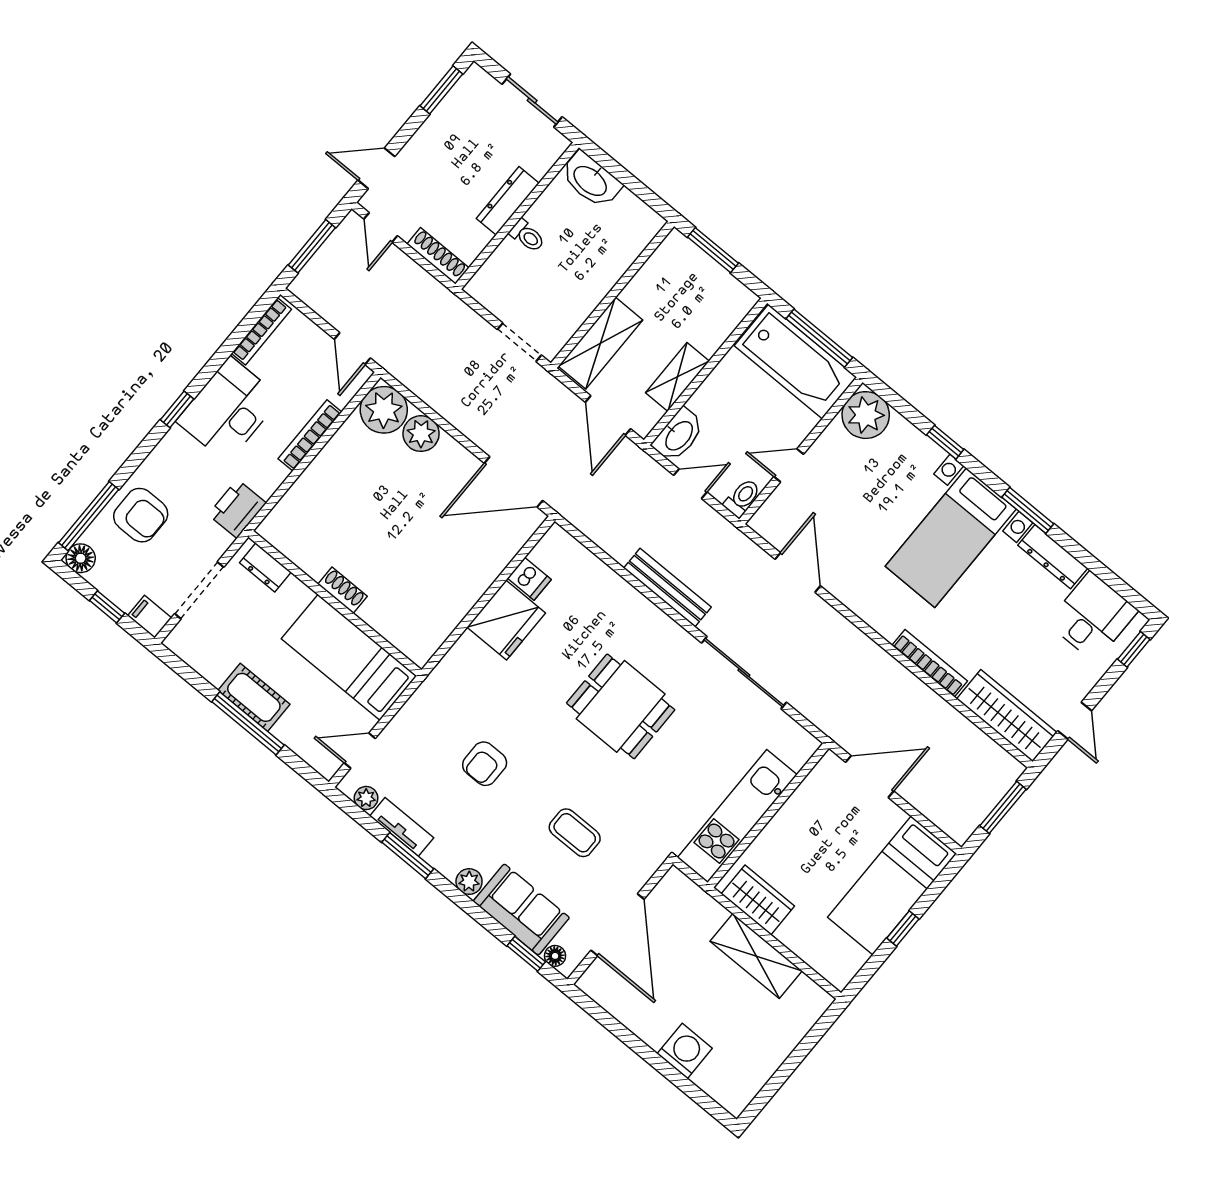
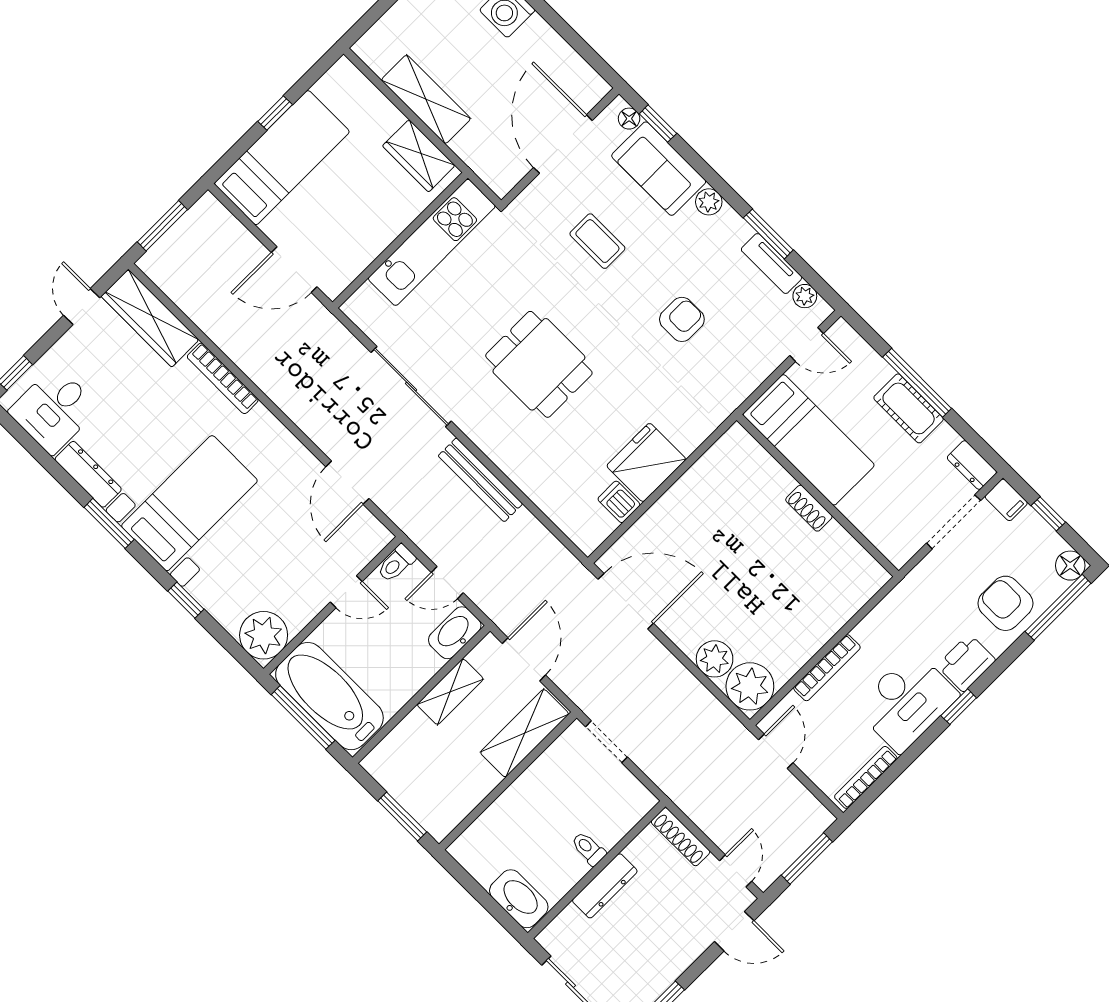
printer: (237, 509) -> (966, 663), moved, turned 180
dresser: (265, 567) -> (972, 465), moved, turned 180

